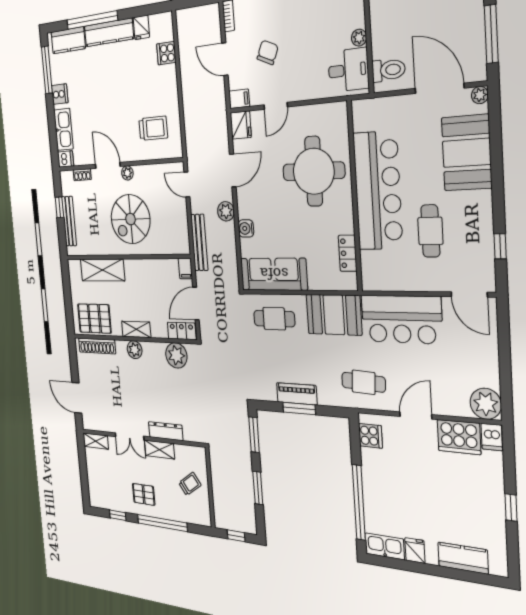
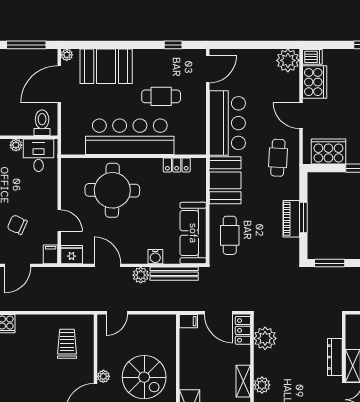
bench: (199, 243) -> (174, 274), moved
cooker: (370, 436) -> (328, 152), width x1.87, depth x1.31

